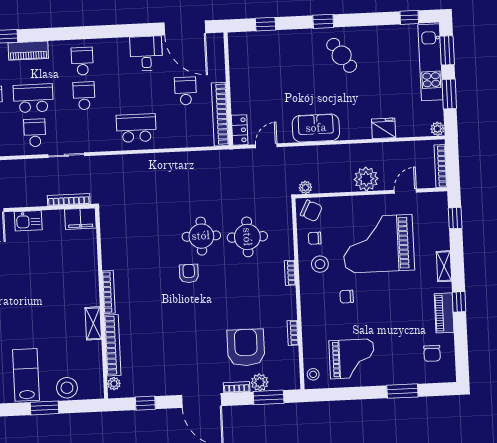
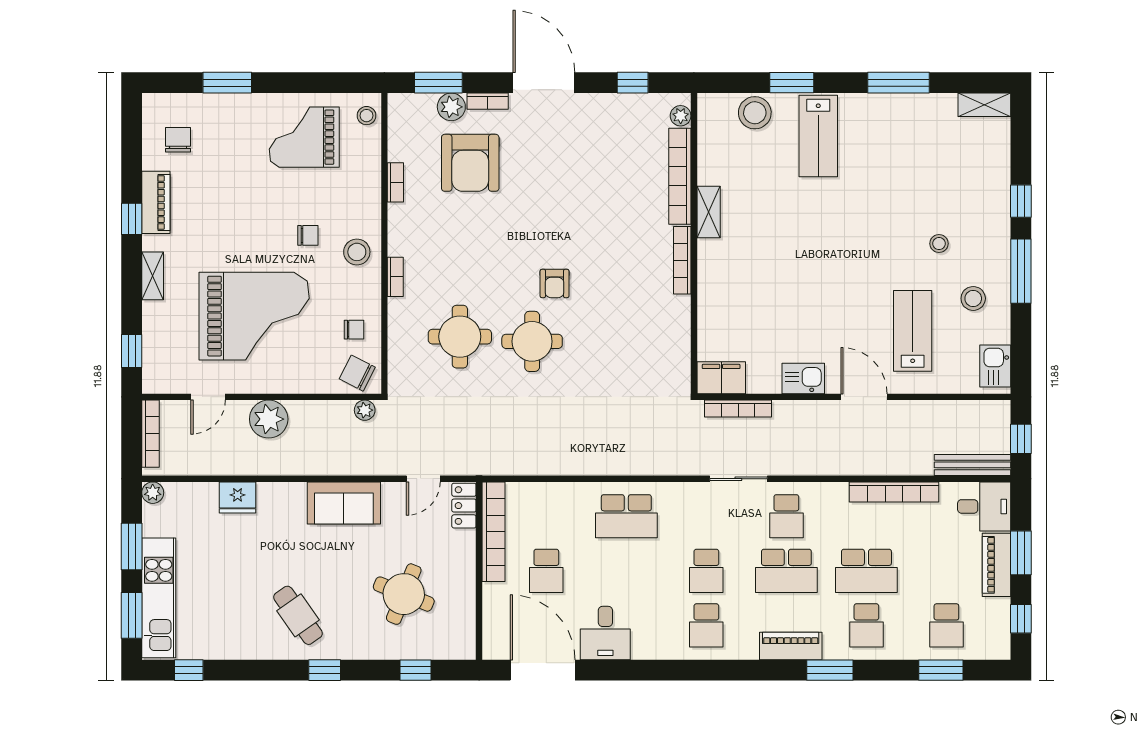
round table: (275, 72) -> (404, 594), added
stool: (320, 264) -> (357, 252), moved

